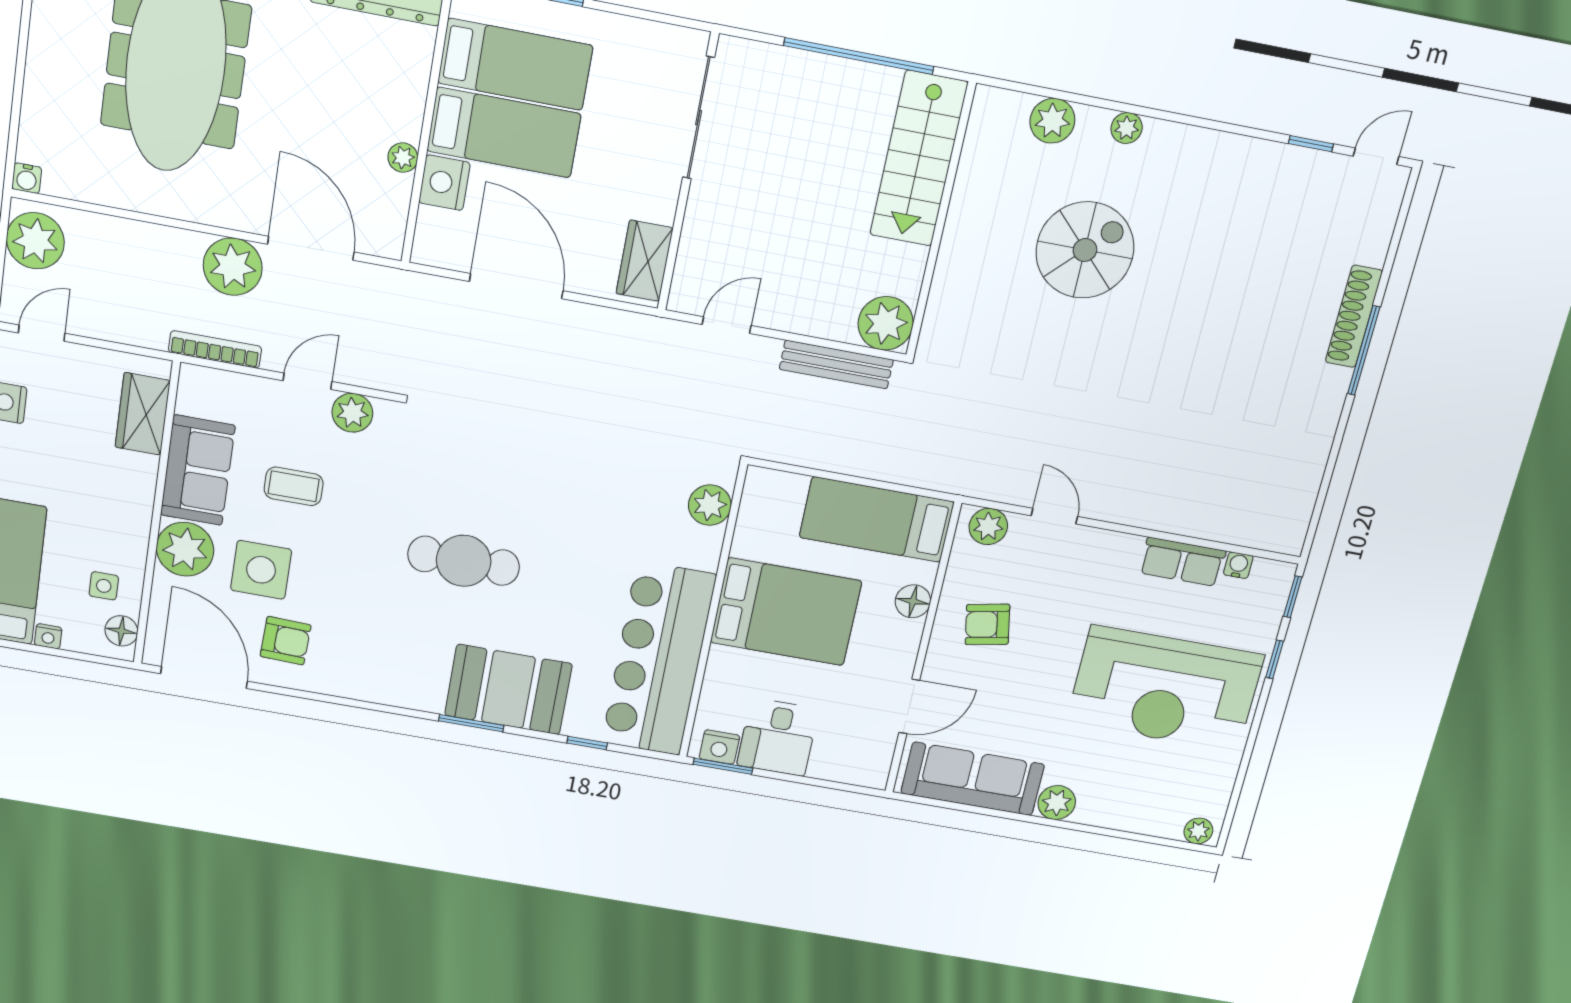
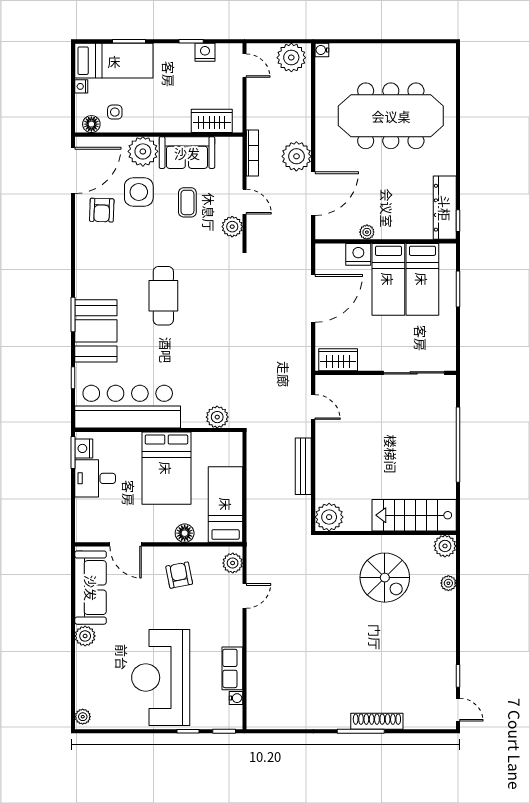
stairs: (919, 159) -> (414, 515), moved
wall: (941, 221) -> (386, 533), moved
plant: (886, 323) -> (329, 517), moved

